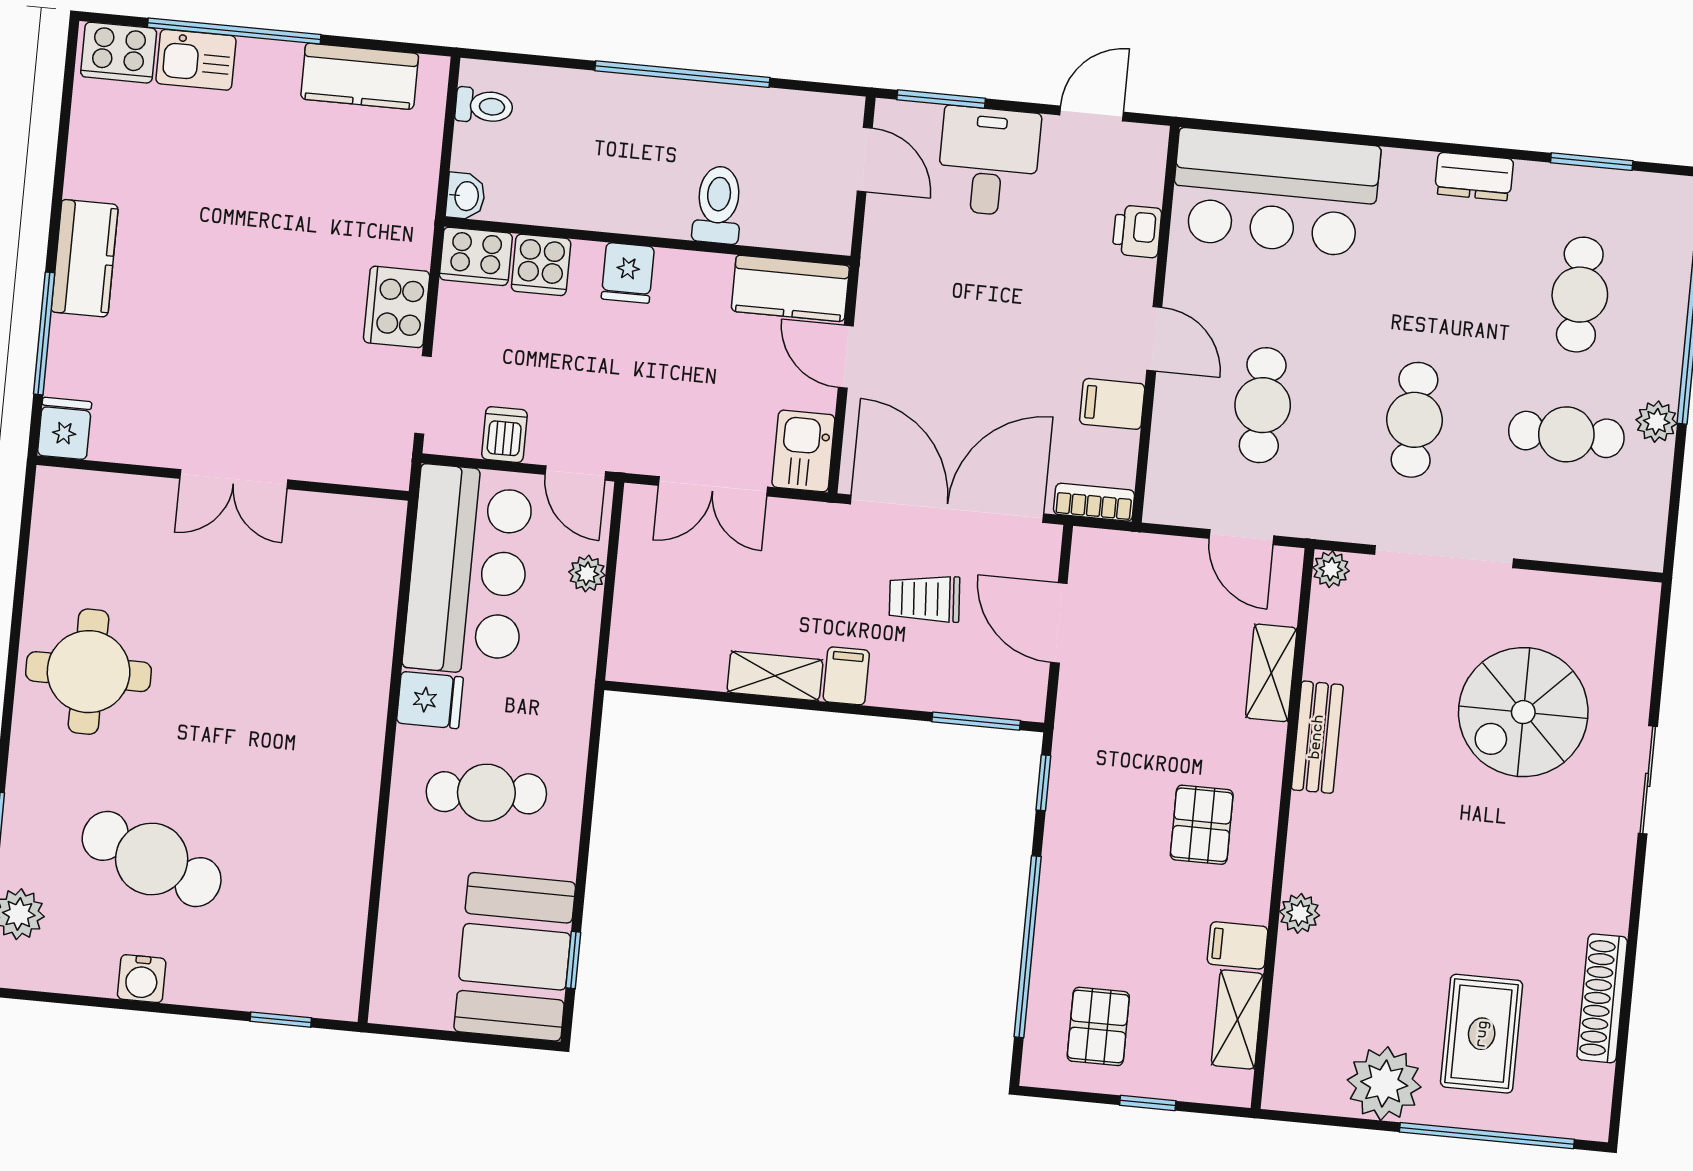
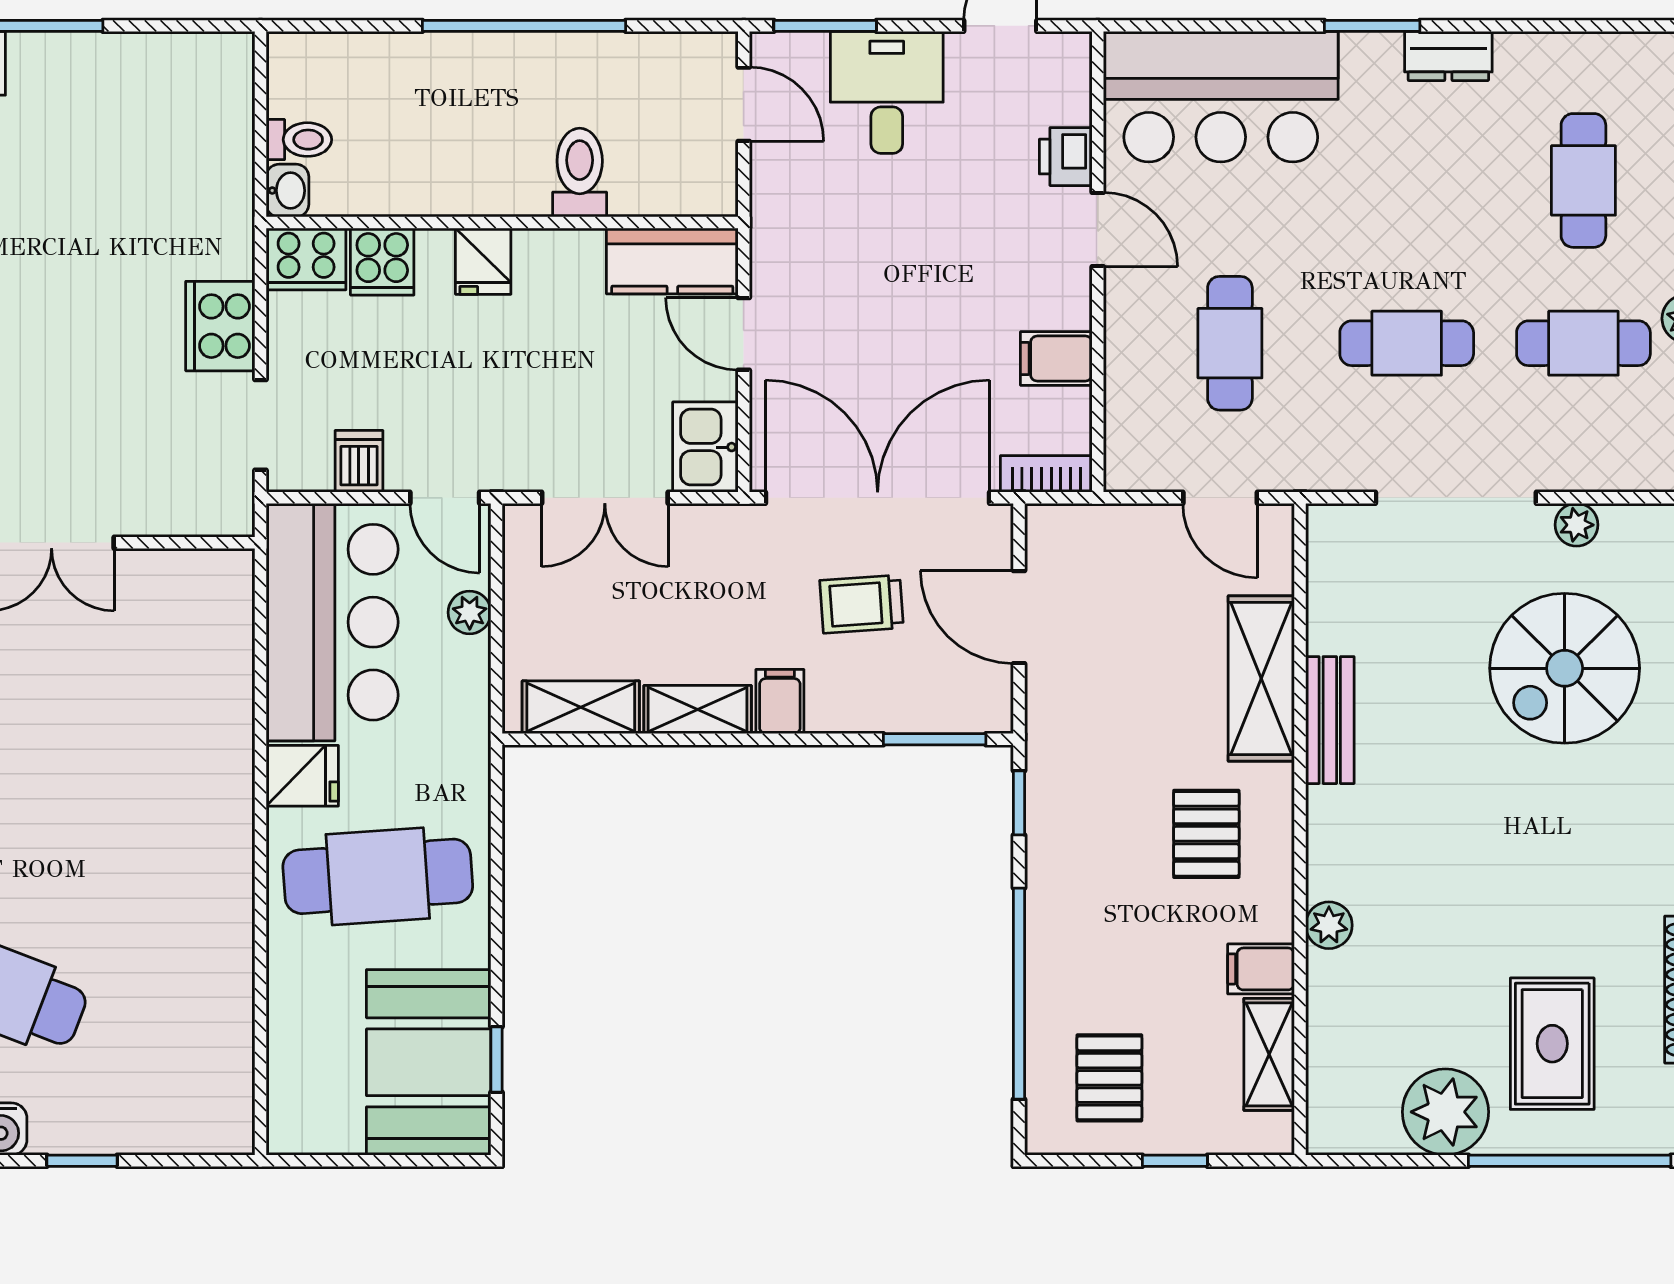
kitchen counter: (360, 76) -> (152, 64), removed
toilet: (484, 106) -> (299, 140), moved
window: (1592, 162) -> (1372, 26), moved
door: (1154, 339) -> (1098, 229), moved
cafe table: (1414, 420) -> (1407, 343), turned 90
plant: (1331, 569) -> (1576, 525), moved
shelving: (675, 664) -> (581, 707), added
shelving: (1271, 673) -> (1261, 679), width x1.50, depth x1.33
cafe table: (486, 793) -> (378, 876), width x1.37, depth x1.35
window: (281, 1020) -> (82, 1161), moved

